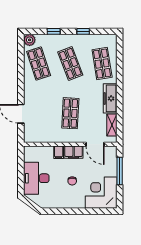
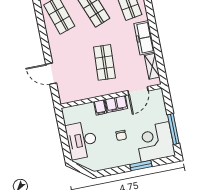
door: (95, 144) -> (138, 91), hinge flipped
window: (120, 171) -> (173, 129), moved
window: (84, 211) -> (141, 166), added

